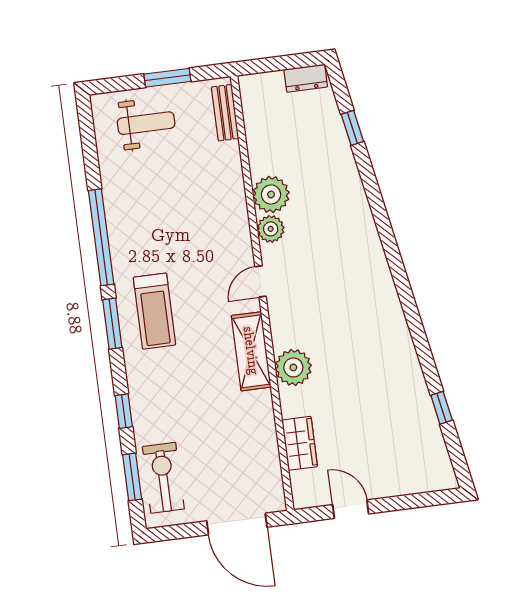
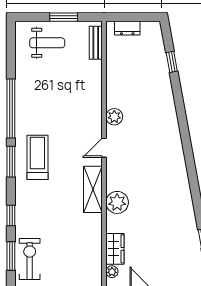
dresser: (306, 78) -> (127, 28), moved
plant: (271, 194) -> (112, 272), moved, width x0.53, depth x0.53
treadmill: (154, 311) -> (37, 157), turned 180

